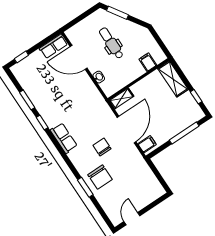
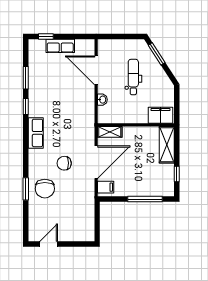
row of seats: (53, 46) -> (60, 46), moved
filing cabinet: (148, 62) -> (160, 115), width x2.00
chair: (102, 147) -> (64, 163), turned -90

